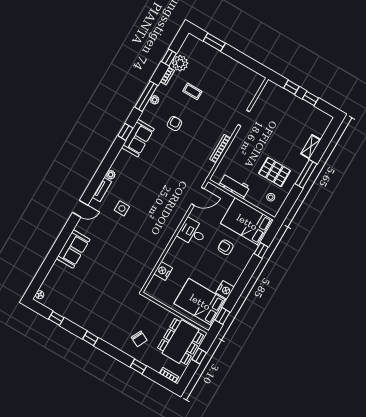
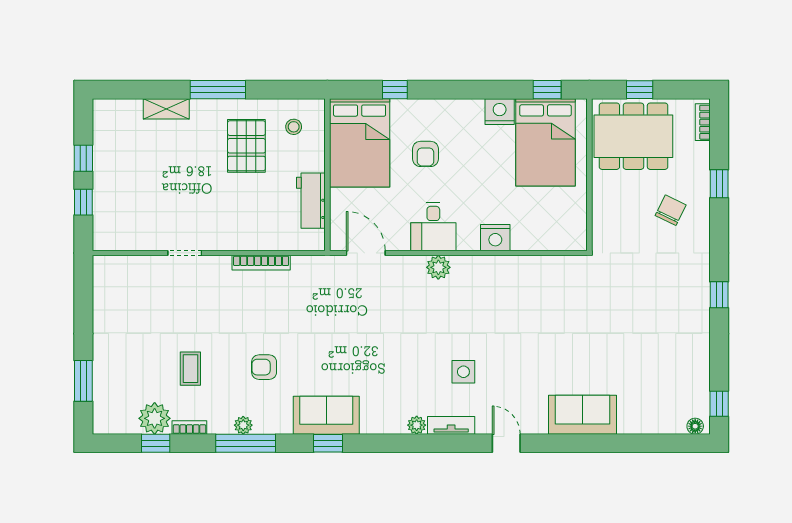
plant: (173, 224) -> (438, 267), added
nightstand: (163, 271) -> (495, 238), moved
window: (56, 318) -> (719, 404), moved

